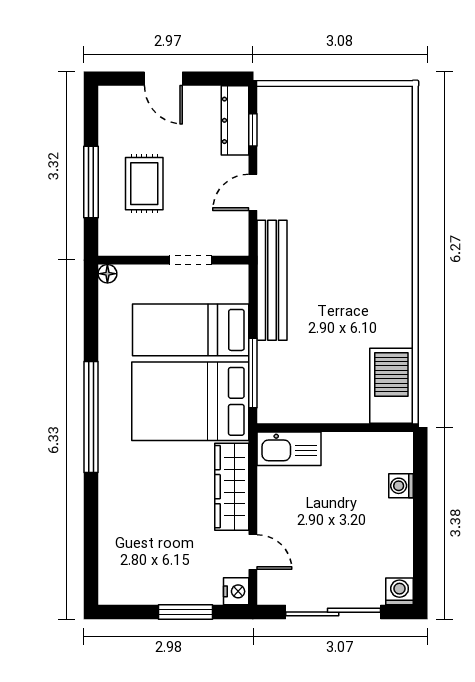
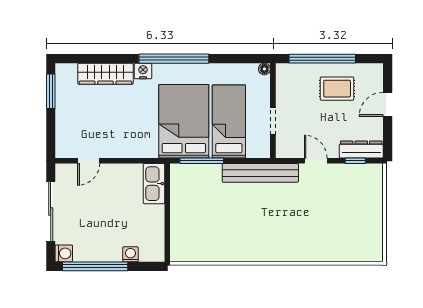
window: (91, 182) -> (322, 59), width x1.46
rug: (144, 184) -> (337, 89), moved
barbecue: (391, 386) -> (194, 248), removed
wardrobe: (232, 487) -> (105, 74), moved, turned 180
window: (420, 542) -> (95, 266), added
nightstand: (236, 591) -> (143, 71), moved, turned 180
window: (186, 612) -> (51, 91), moved

